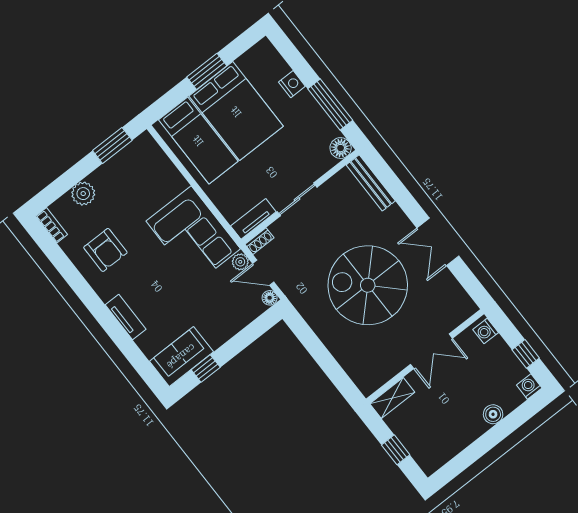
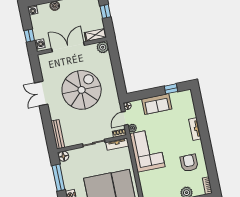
double door: (438, 242) -> (41, 94), swing flipped
door: (263, 273) -> (125, 118), swing flipped
spiral stairs: (368, 285) -> (82, 90), turned -90
double door: (431, 351) -> (68, 47), width x1.37
window: (526, 354) -> (29, 36), moved
sofa: (181, 356) -> (157, 104), moved
plant: (368, 382) -> (103, 47), added

